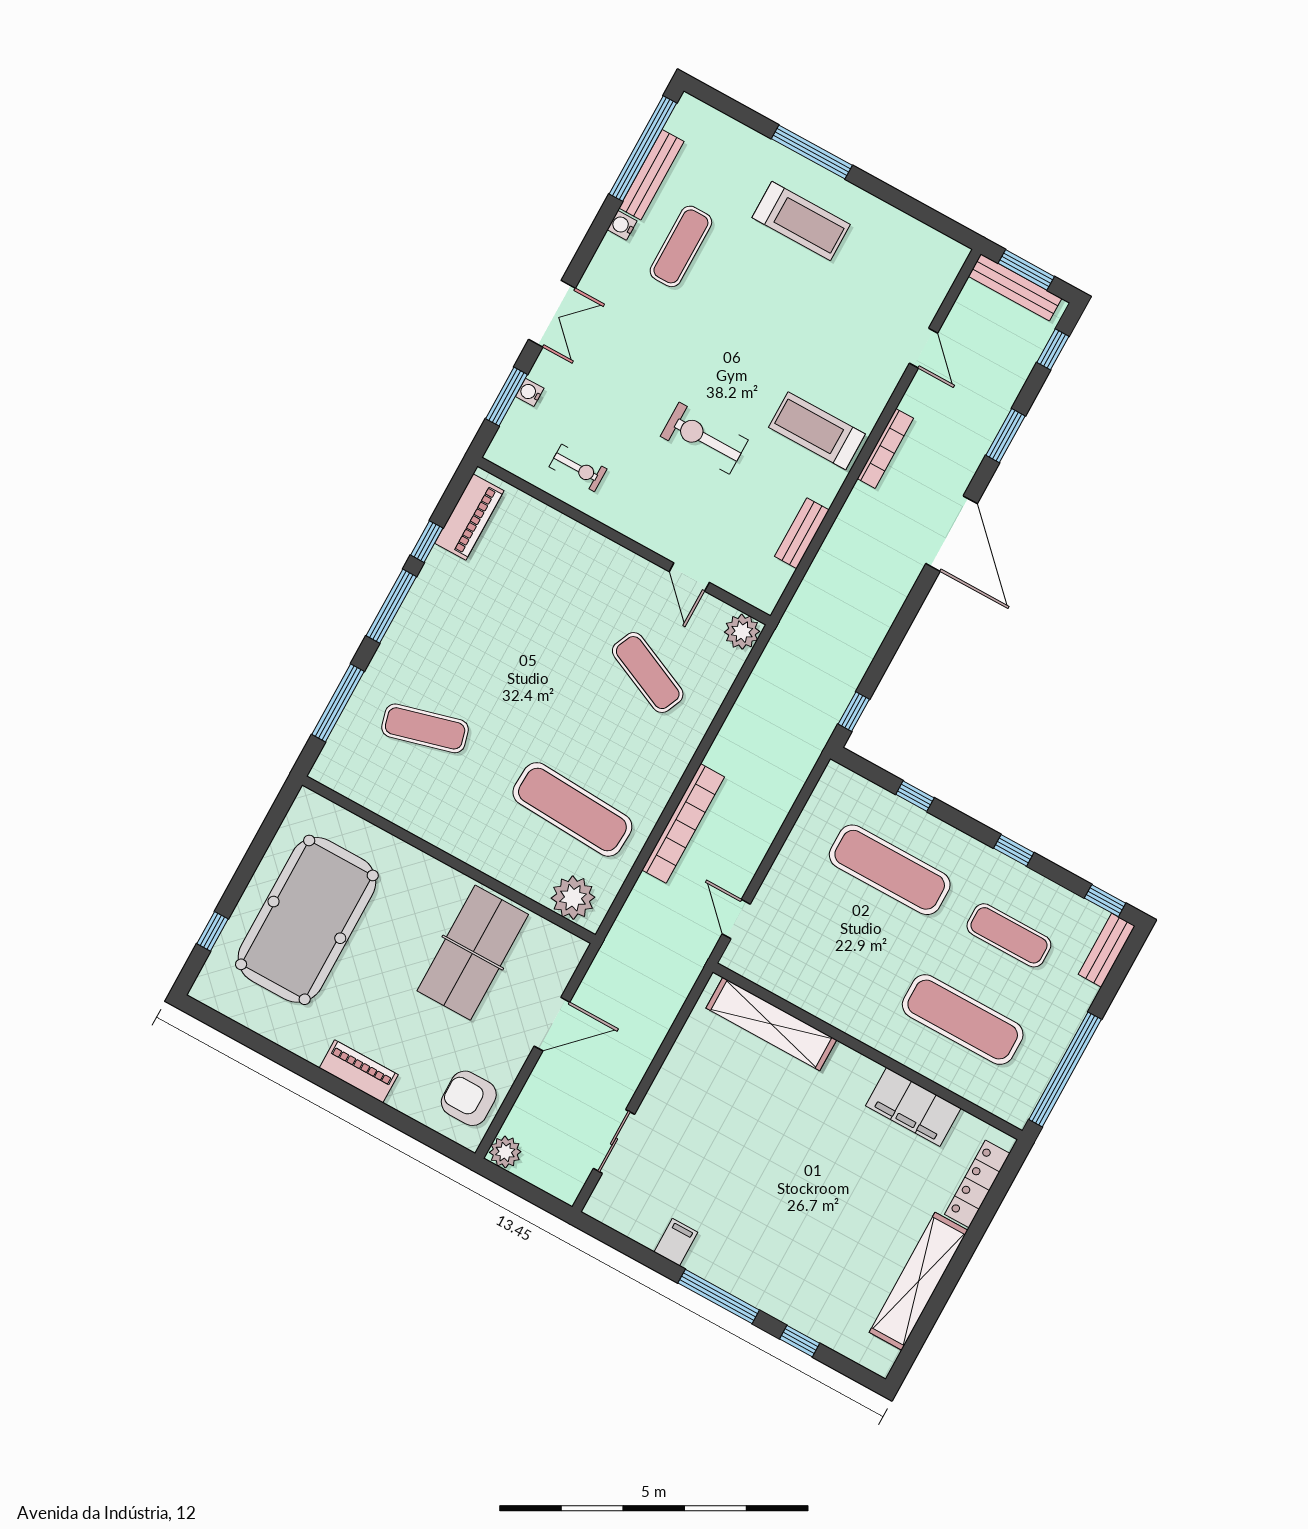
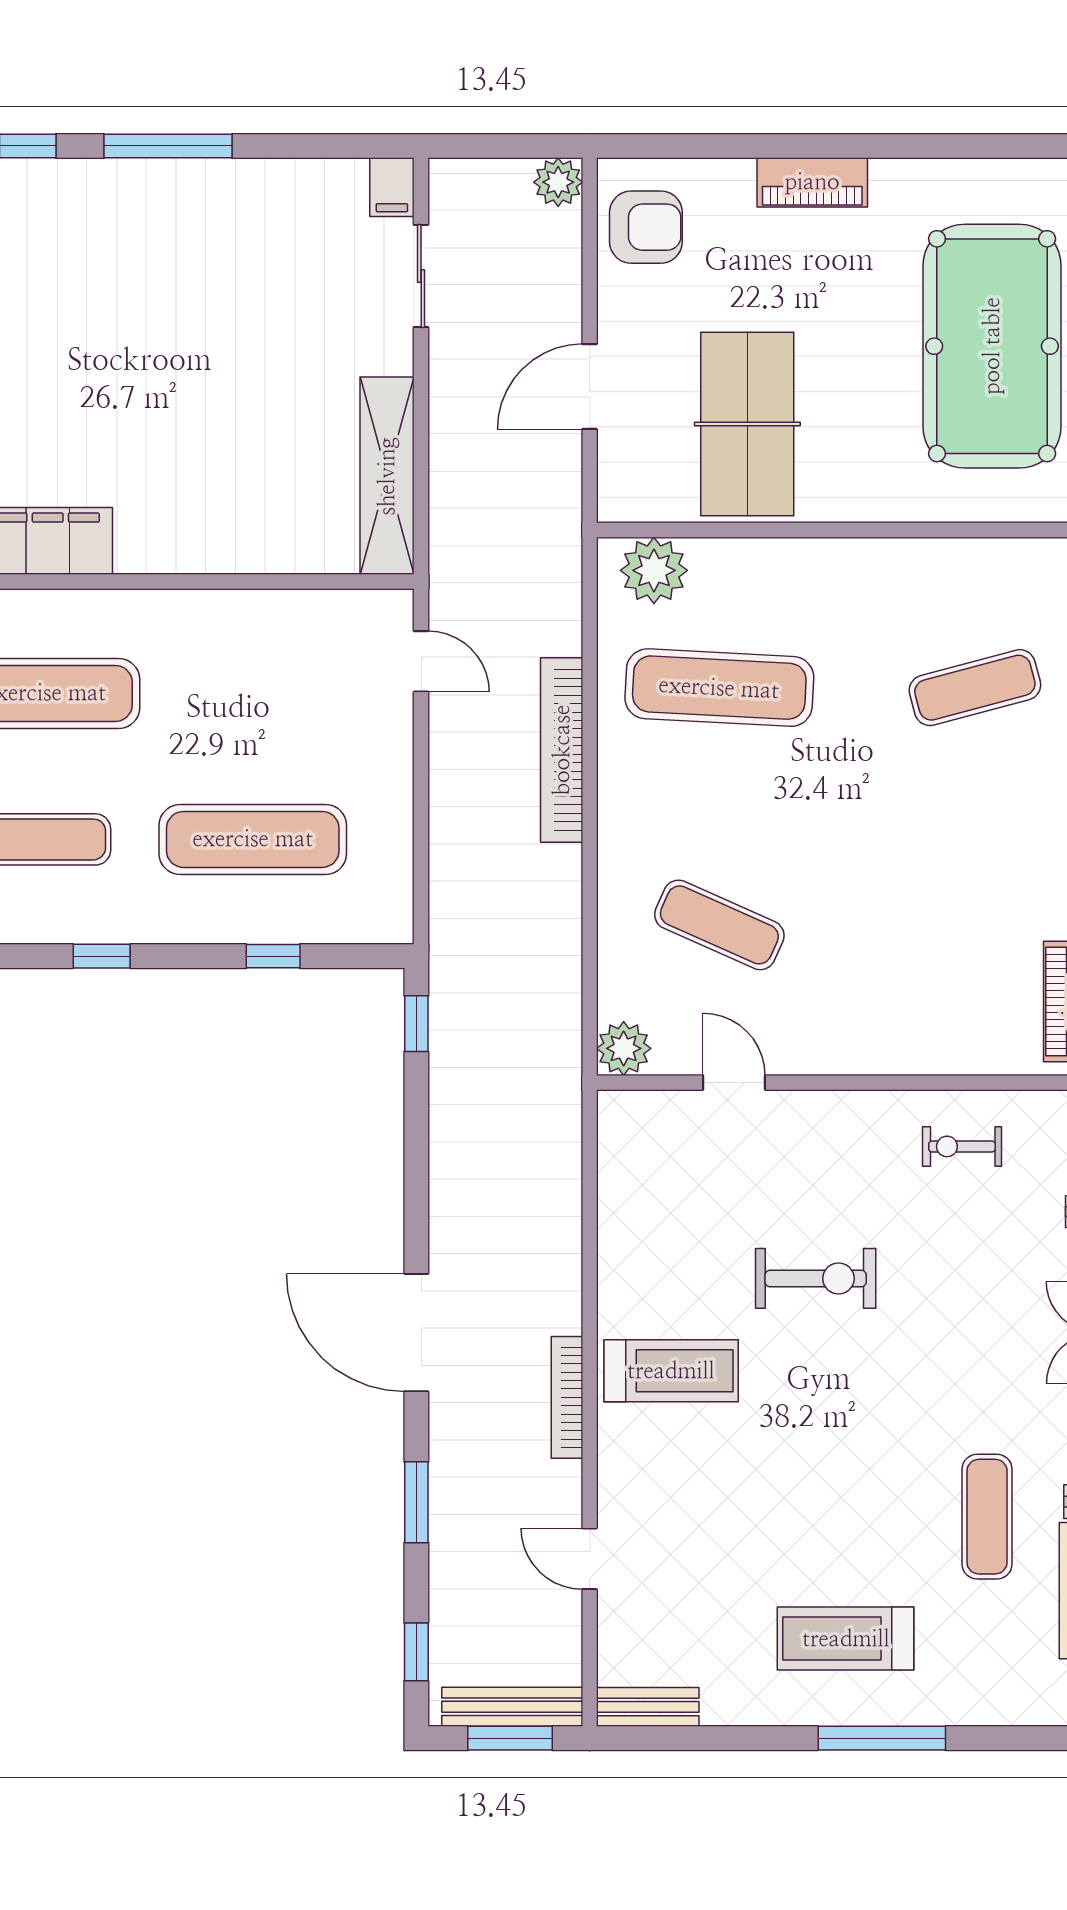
bench: (802, 533) -> (648, 1707), moved, turned 90
shelving: (771, 1024) -> (387, 476), moved, turned 90
filing cabinet: (676, 1242) -> (392, 187), moved

